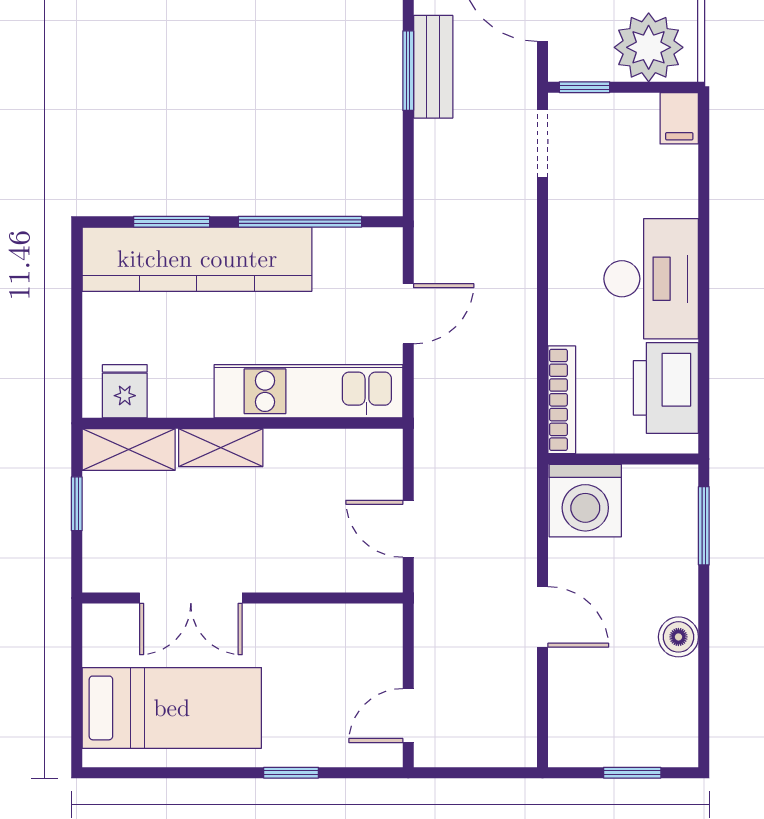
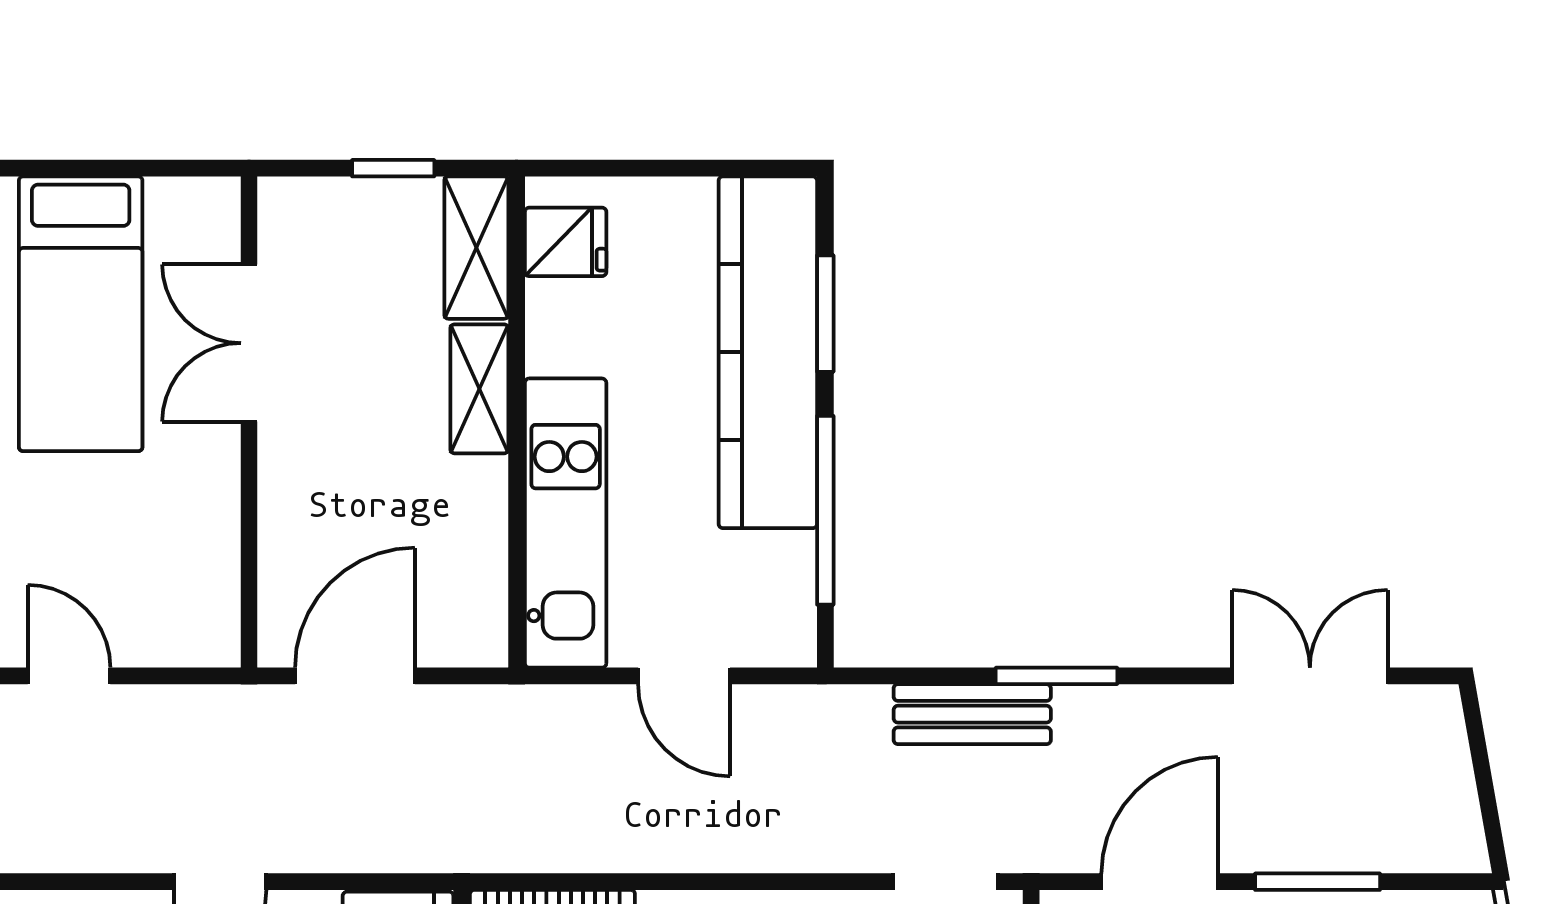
bench: (433, 67) -> (972, 714), moved
door: (408, 529) -> (355, 676), width x1.38

